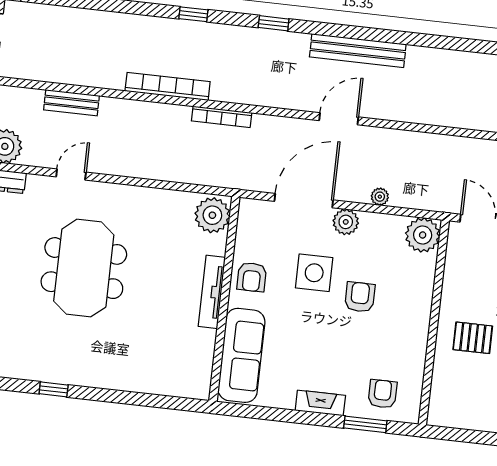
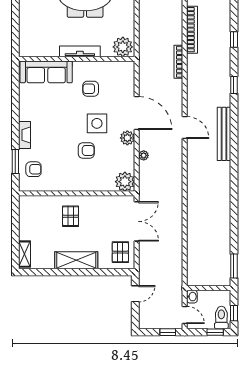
plant: (212, 215) -> (123, 47), moved
tv unit: (212, 292) -> (80, 51), moved
wall: (224, 299) -> (77, 59), moved
sofa: (241, 355) -> (46, 72), moved

